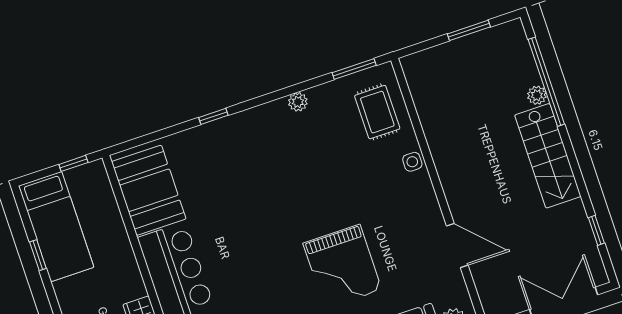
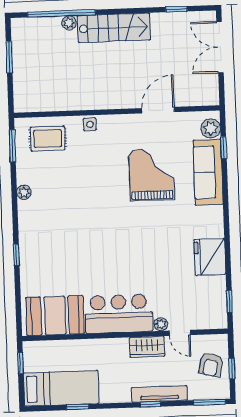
grand piano: (342, 266) -> (152, 175), moved, turned -90

